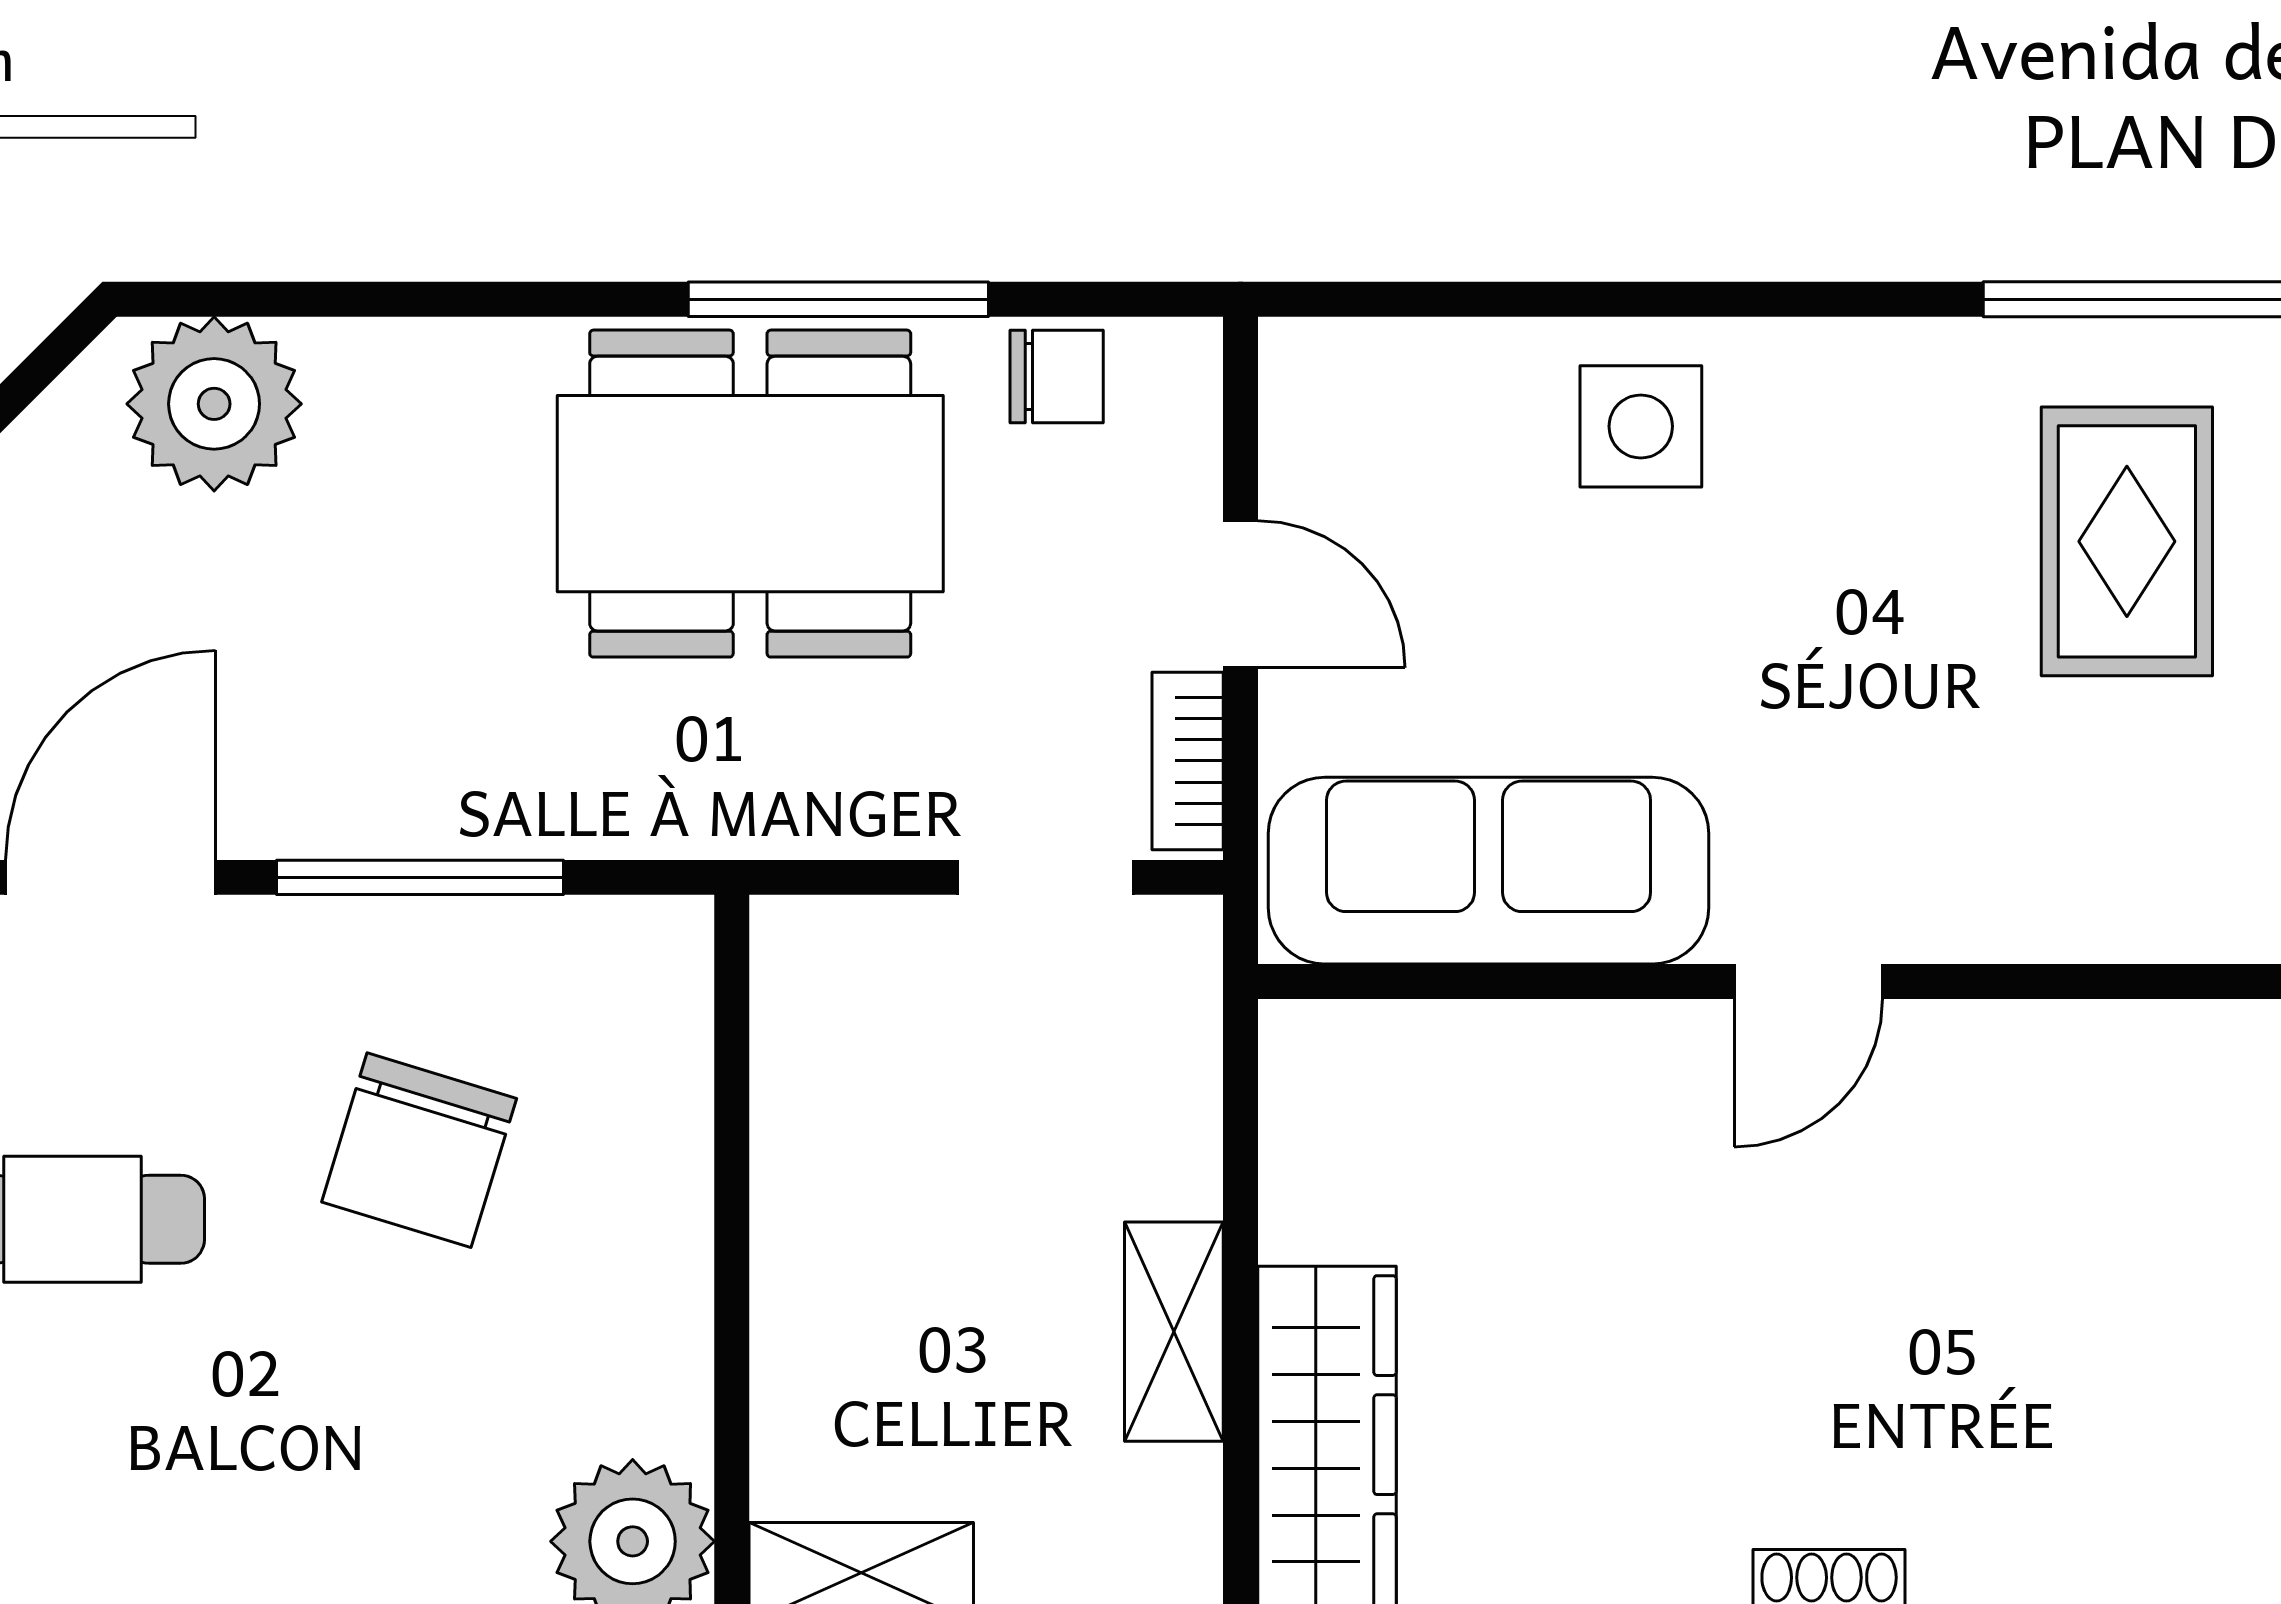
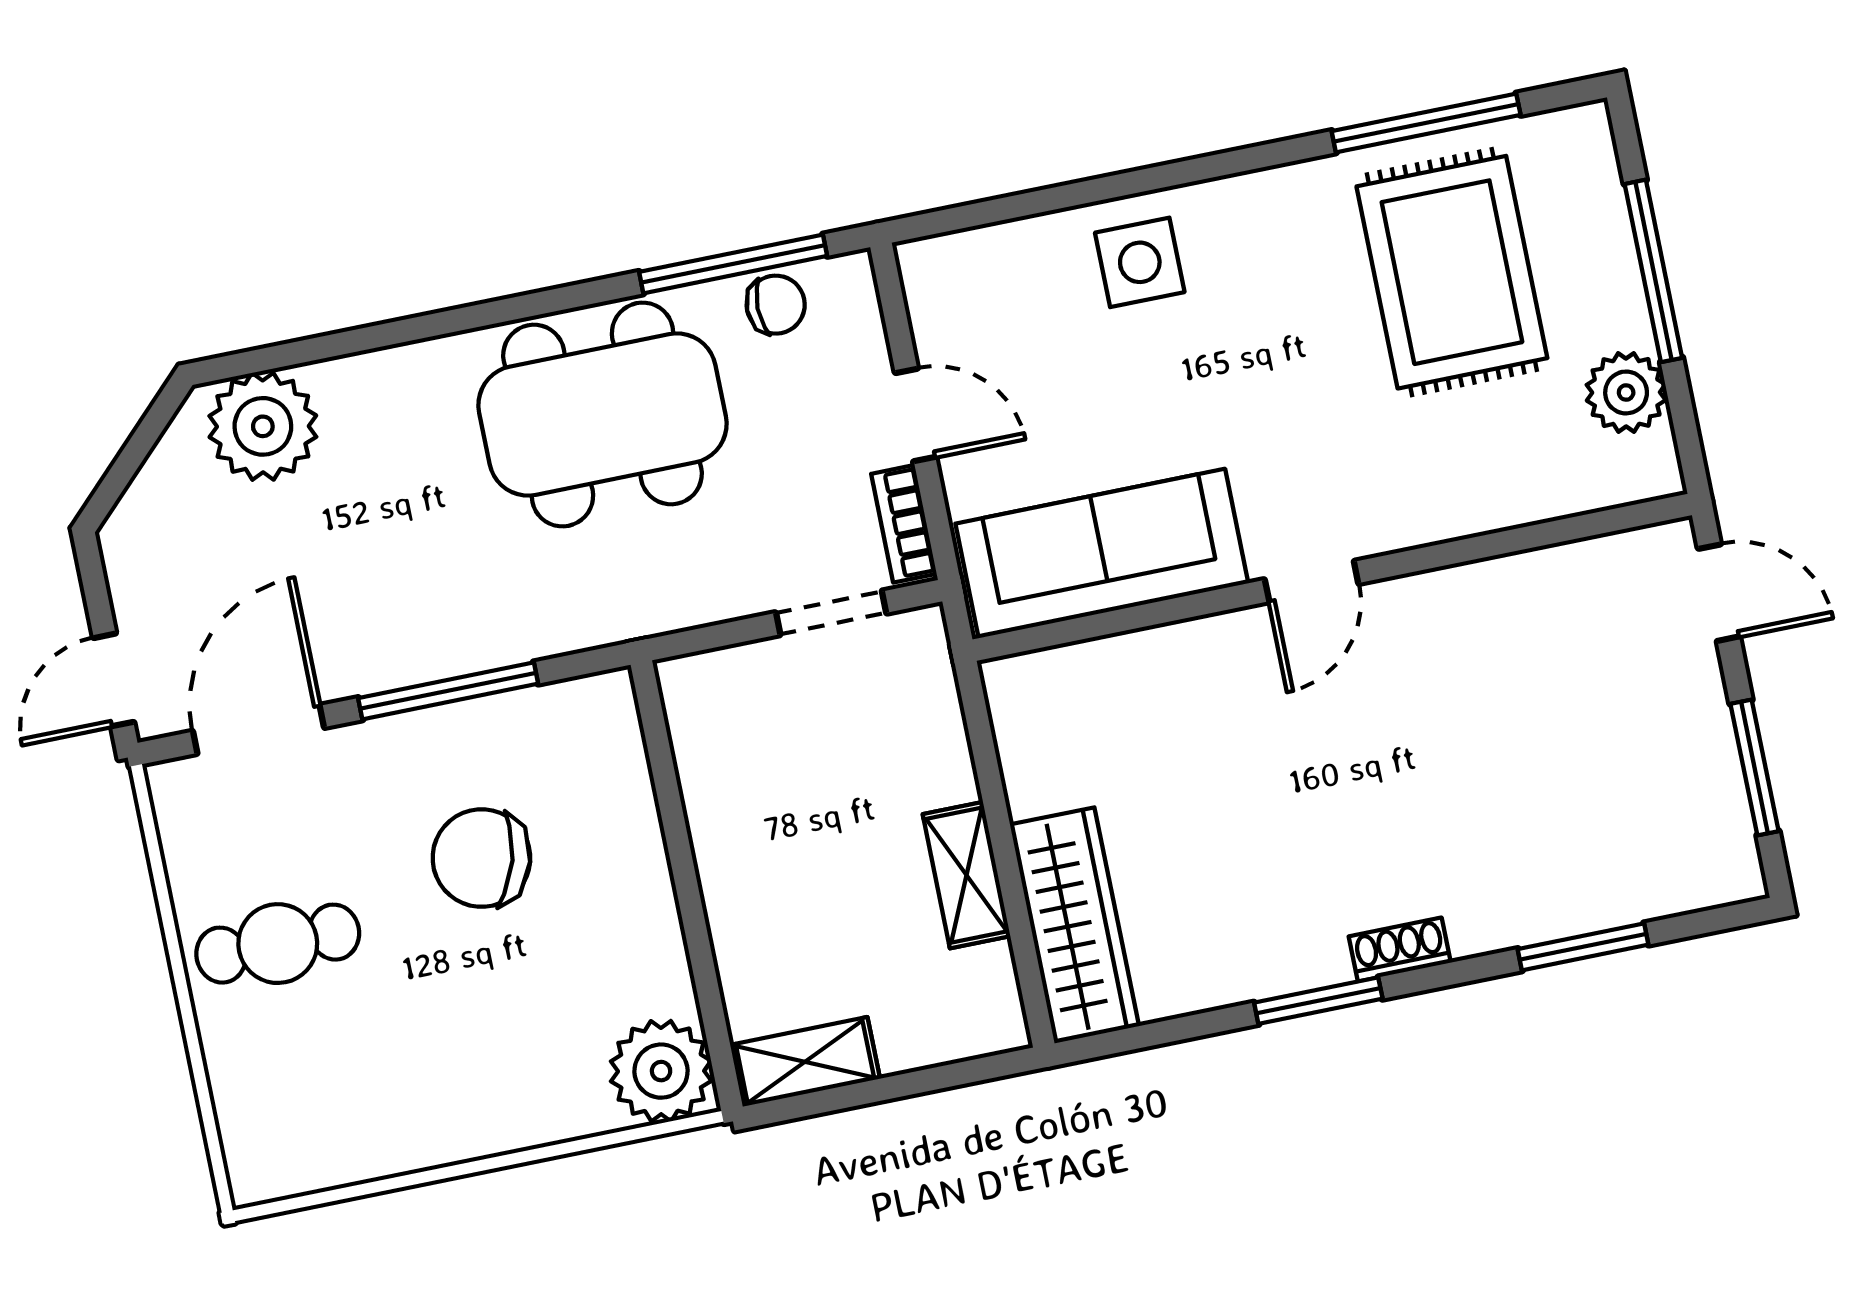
window: (838, 299) -> (733, 264), moved
rug: (2127, 541) -> (1452, 272), width x1.36, depth x1.43
chair: (419, 1150) -> (481, 858), turned 89

